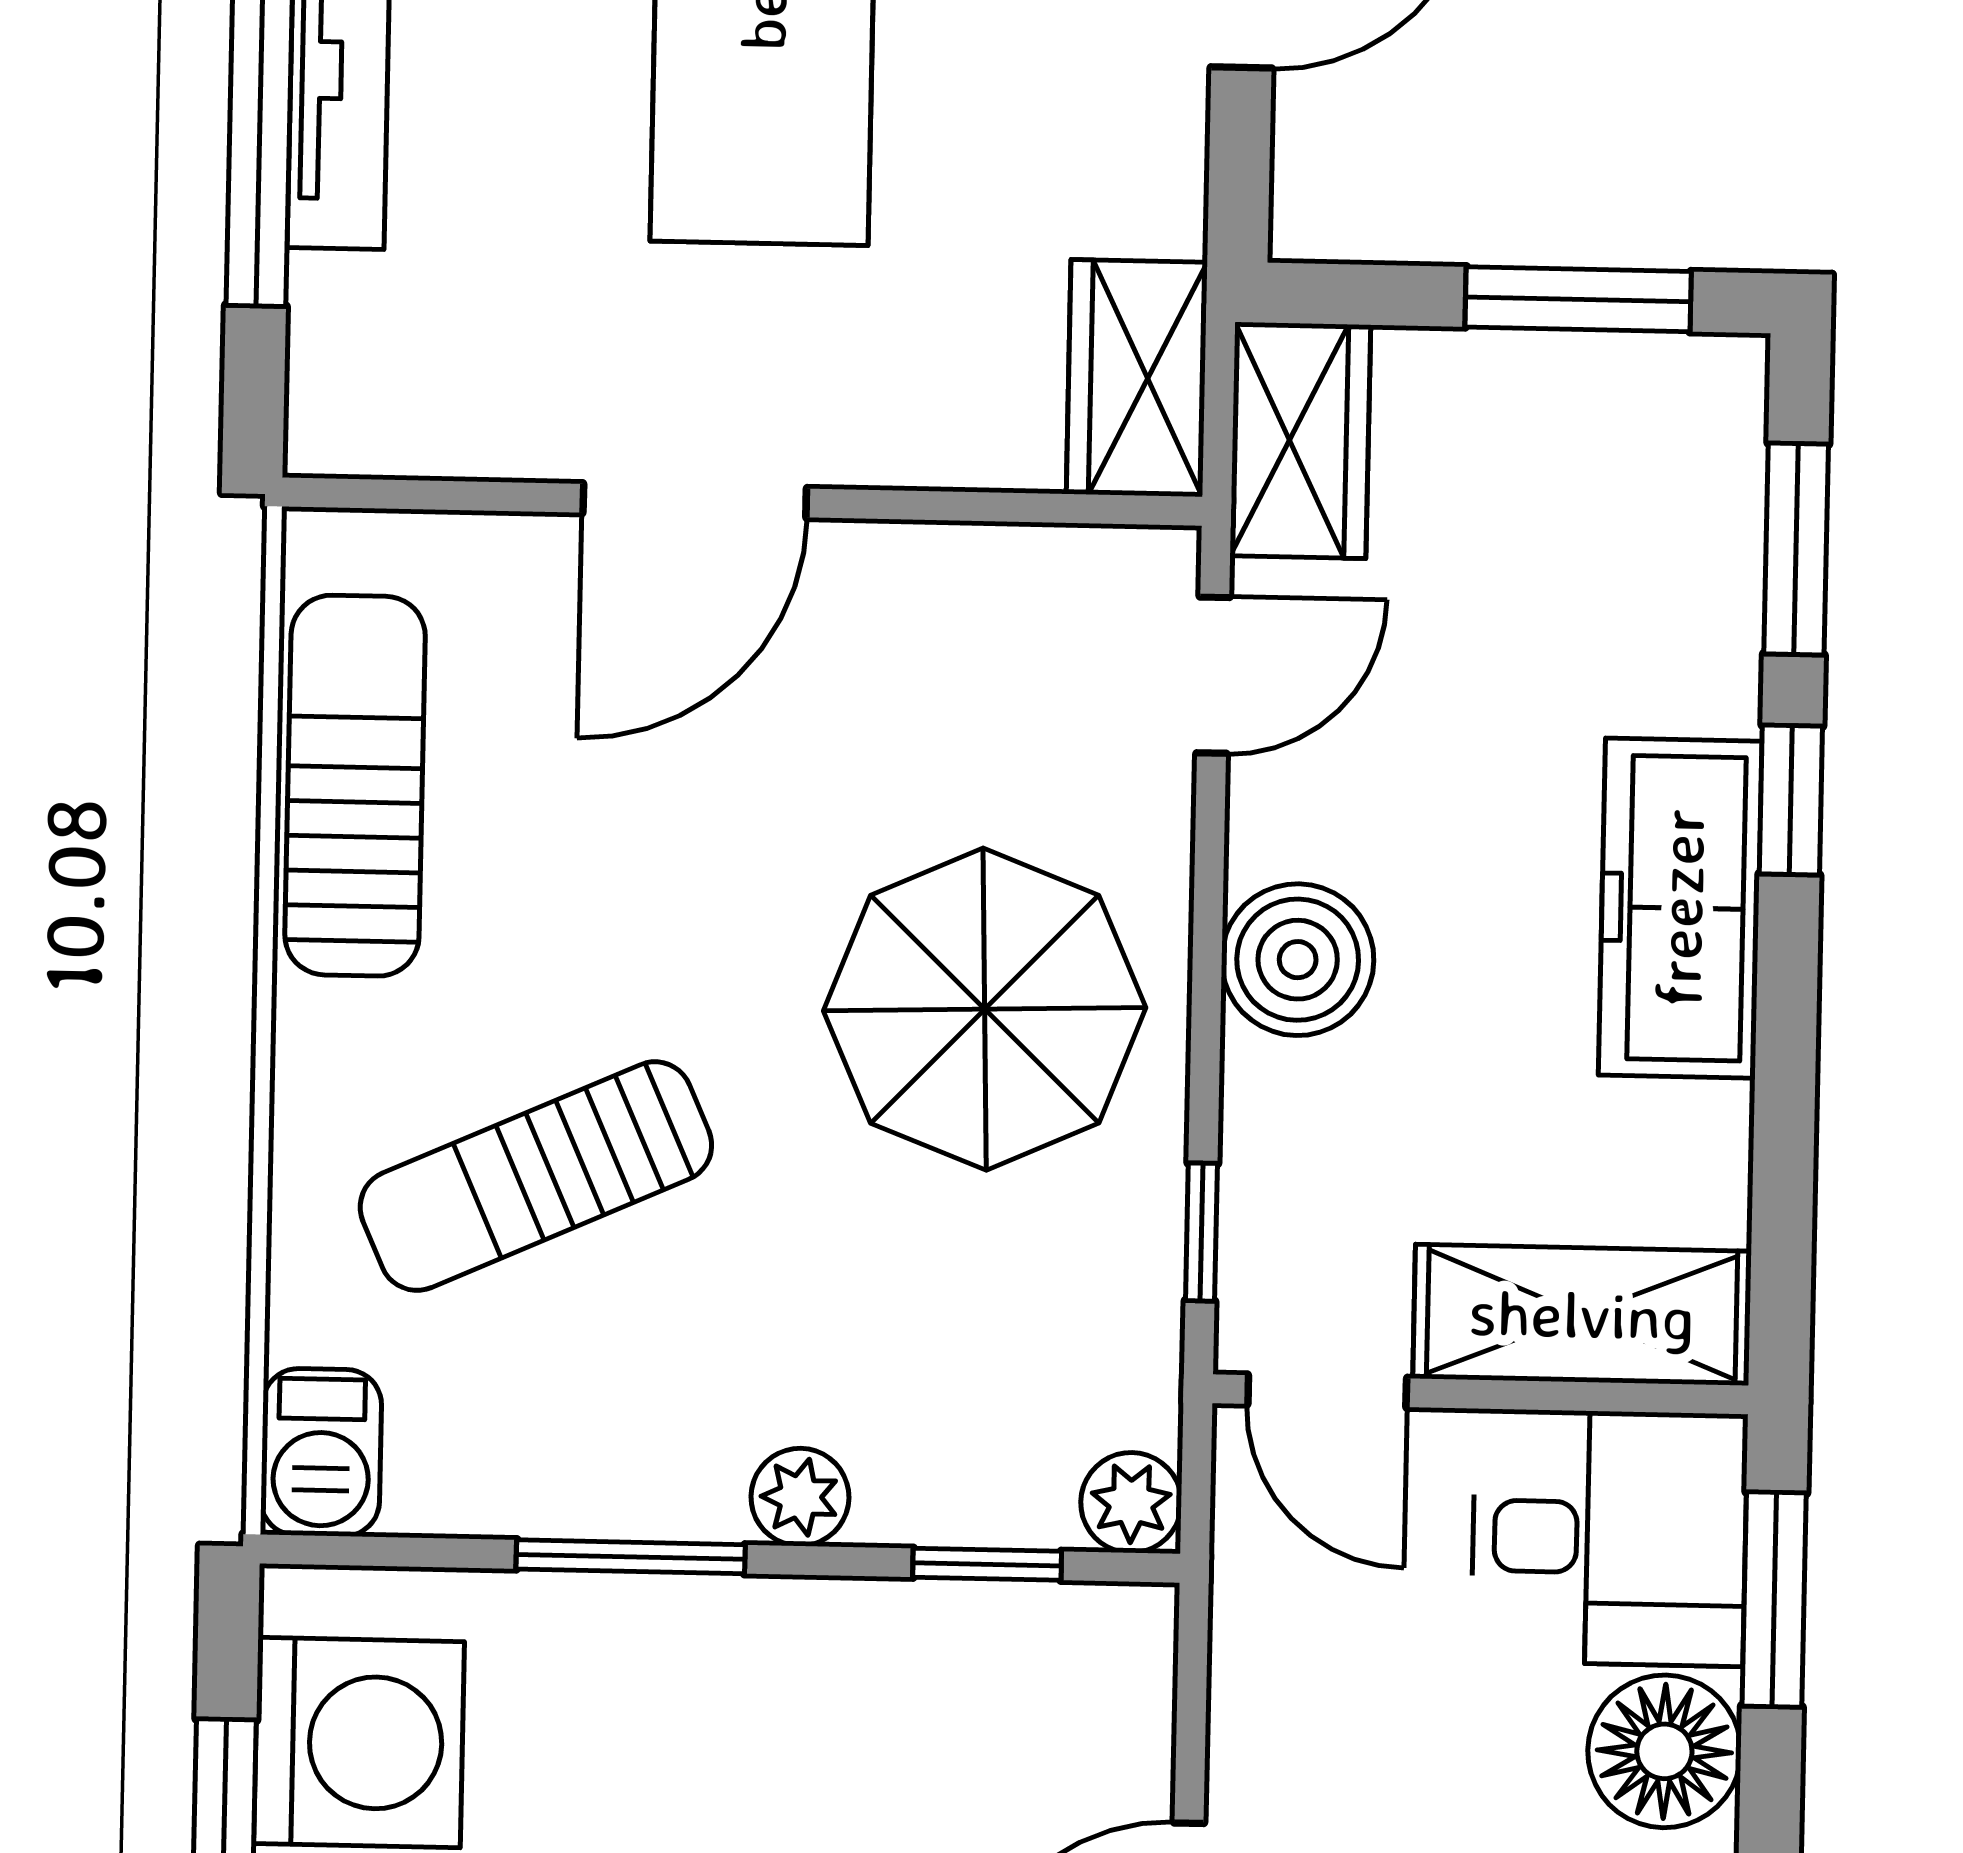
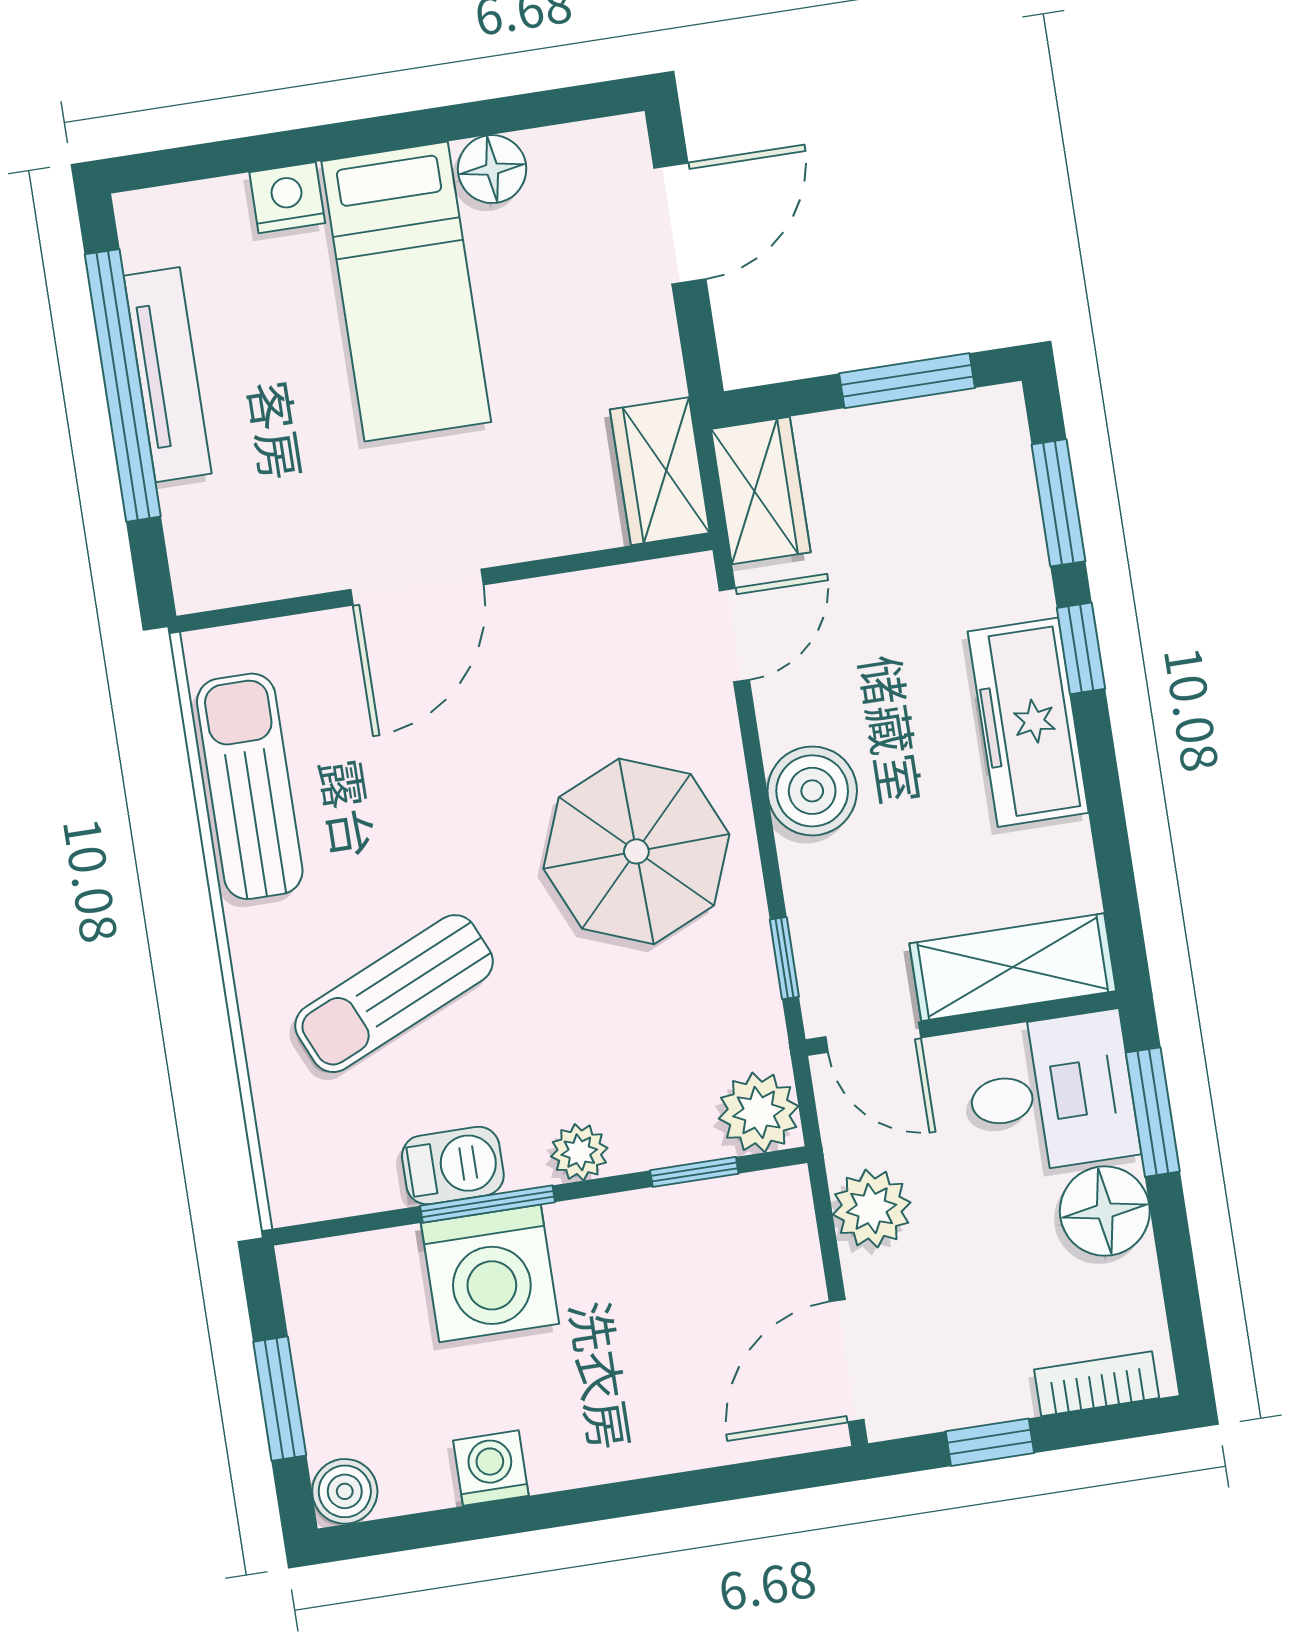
barbecue: (321, 1452) -> (453, 1166), moved, turned -90
plant: (1131, 1503) -> (759, 1112), width x1.38, depth x1.38
plant: (1274, 1678) -> (872, 1208), added
washing machine: (359, 1743) -> (490, 1273), moved, turned 90

